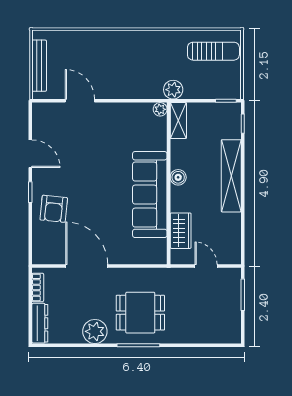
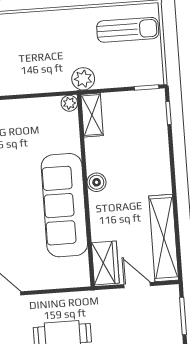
shelving: (231, 176) -> (164, 238), moved
wardrobe: (181, 231) -> (105, 263), moved

